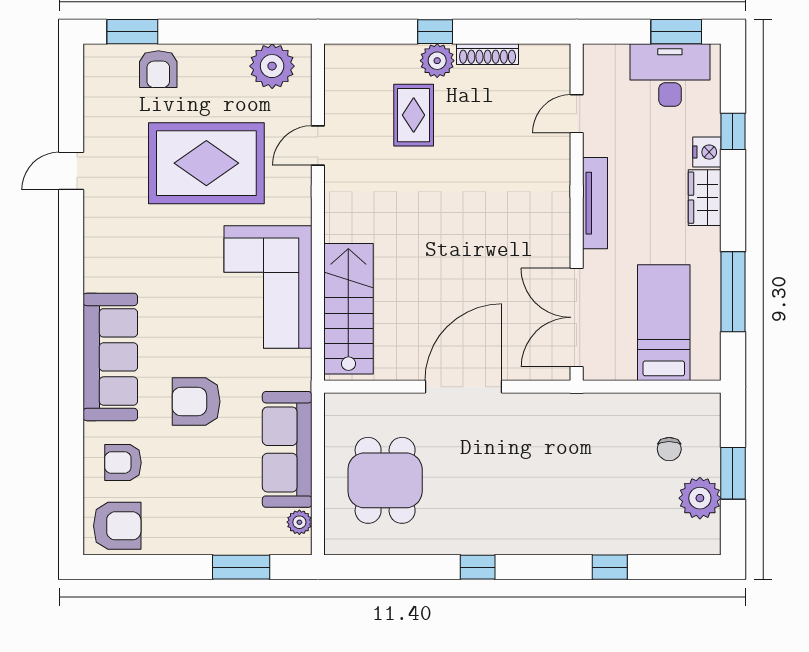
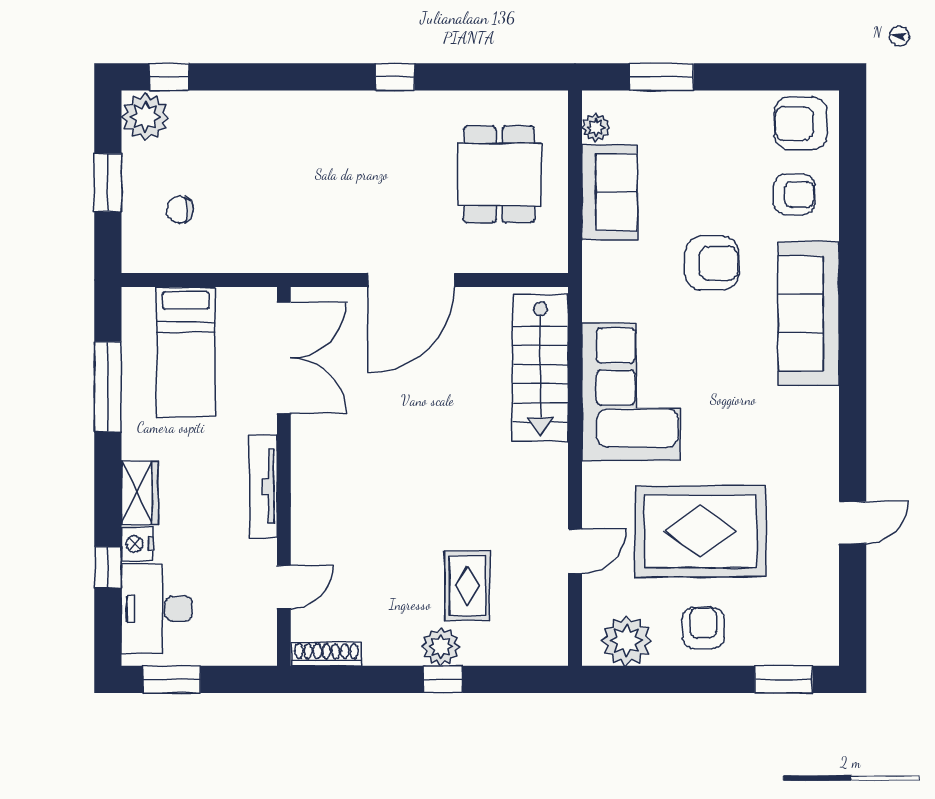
shoe rack: (488, 54) -> (326, 654), moved
armchair: (158, 69) -> (703, 628), moved
desk: (670, 75) -> (157, 609), moved, turned 90
sofa: (287, 449) -> (609, 192), width x0.73
chair: (669, 449) -> (180, 210), turned -90
plant: (700, 498) -> (145, 117), moved
window: (610, 567) -> (169, 77), moved

